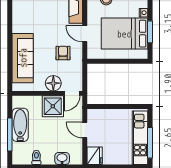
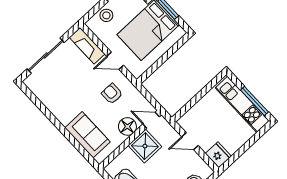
sofa: (23, 58) -> (88, 135), width x0.73
door: (72, 93) -> (151, 120), swing flipped

